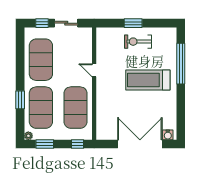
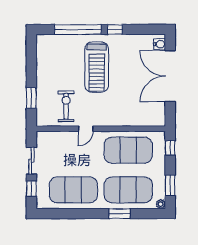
window: (133, 23) -> (31, 98), moved
exercise bike: (138, 42) -> (66, 106), moved, turned 180
window: (181, 96) -> (115, 29), added

